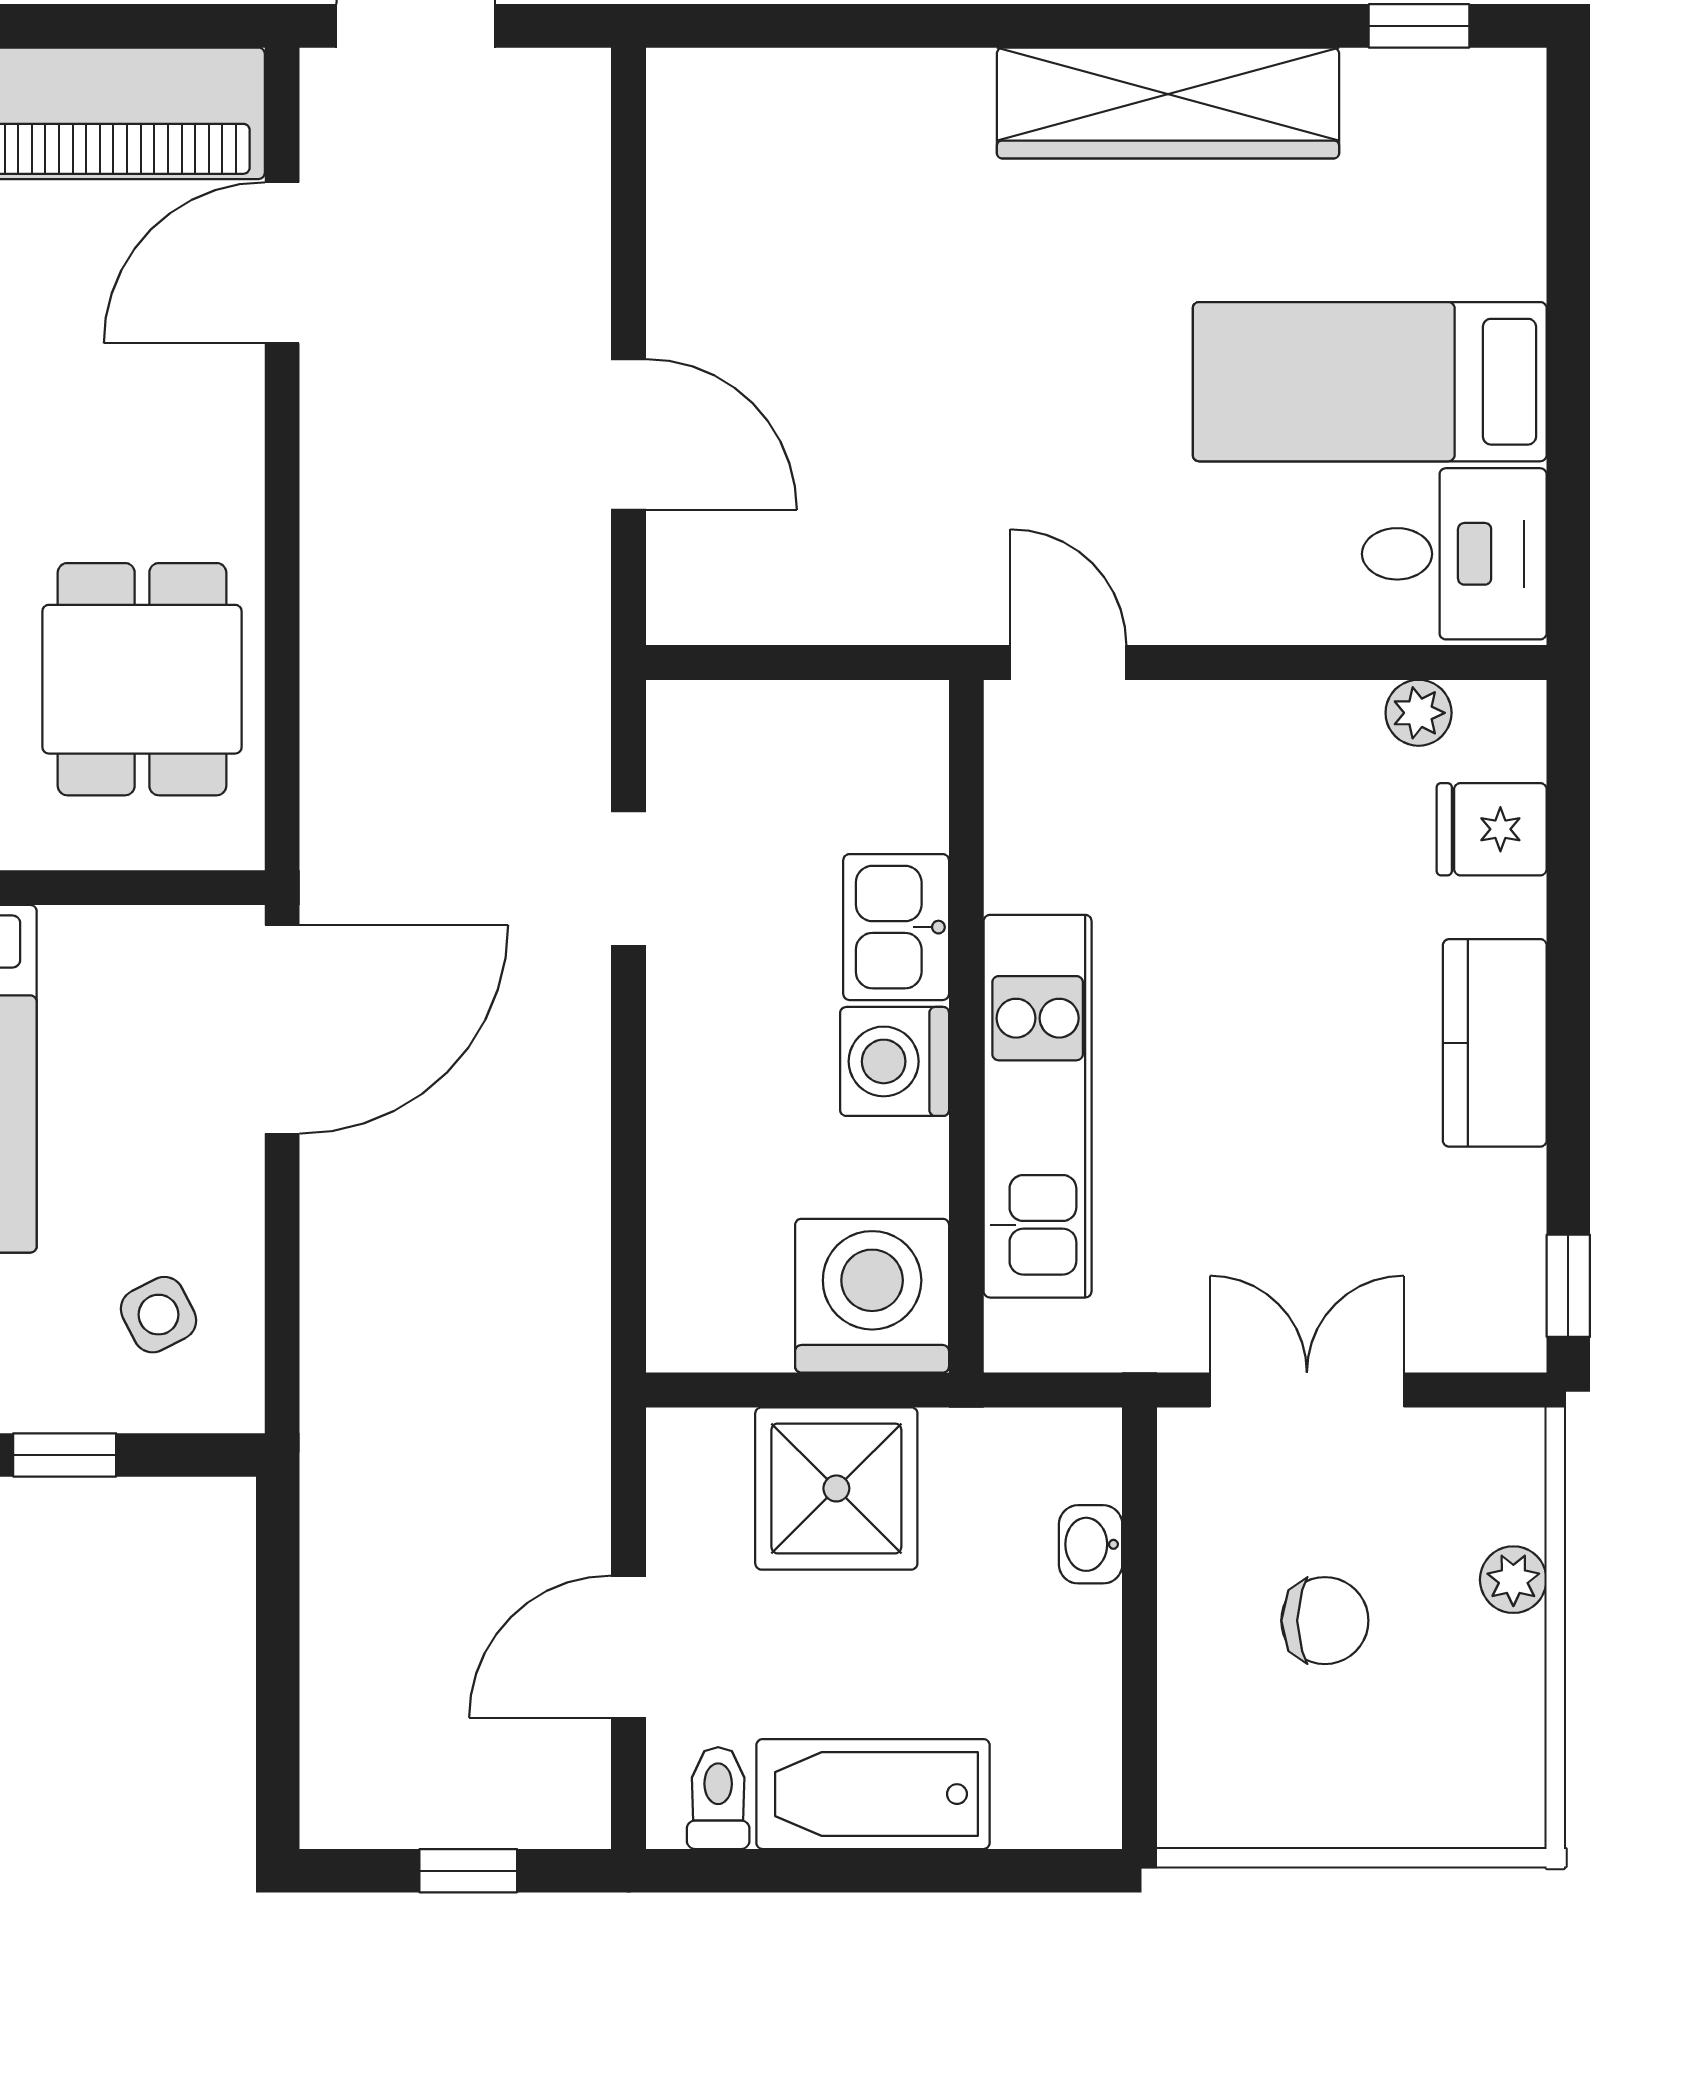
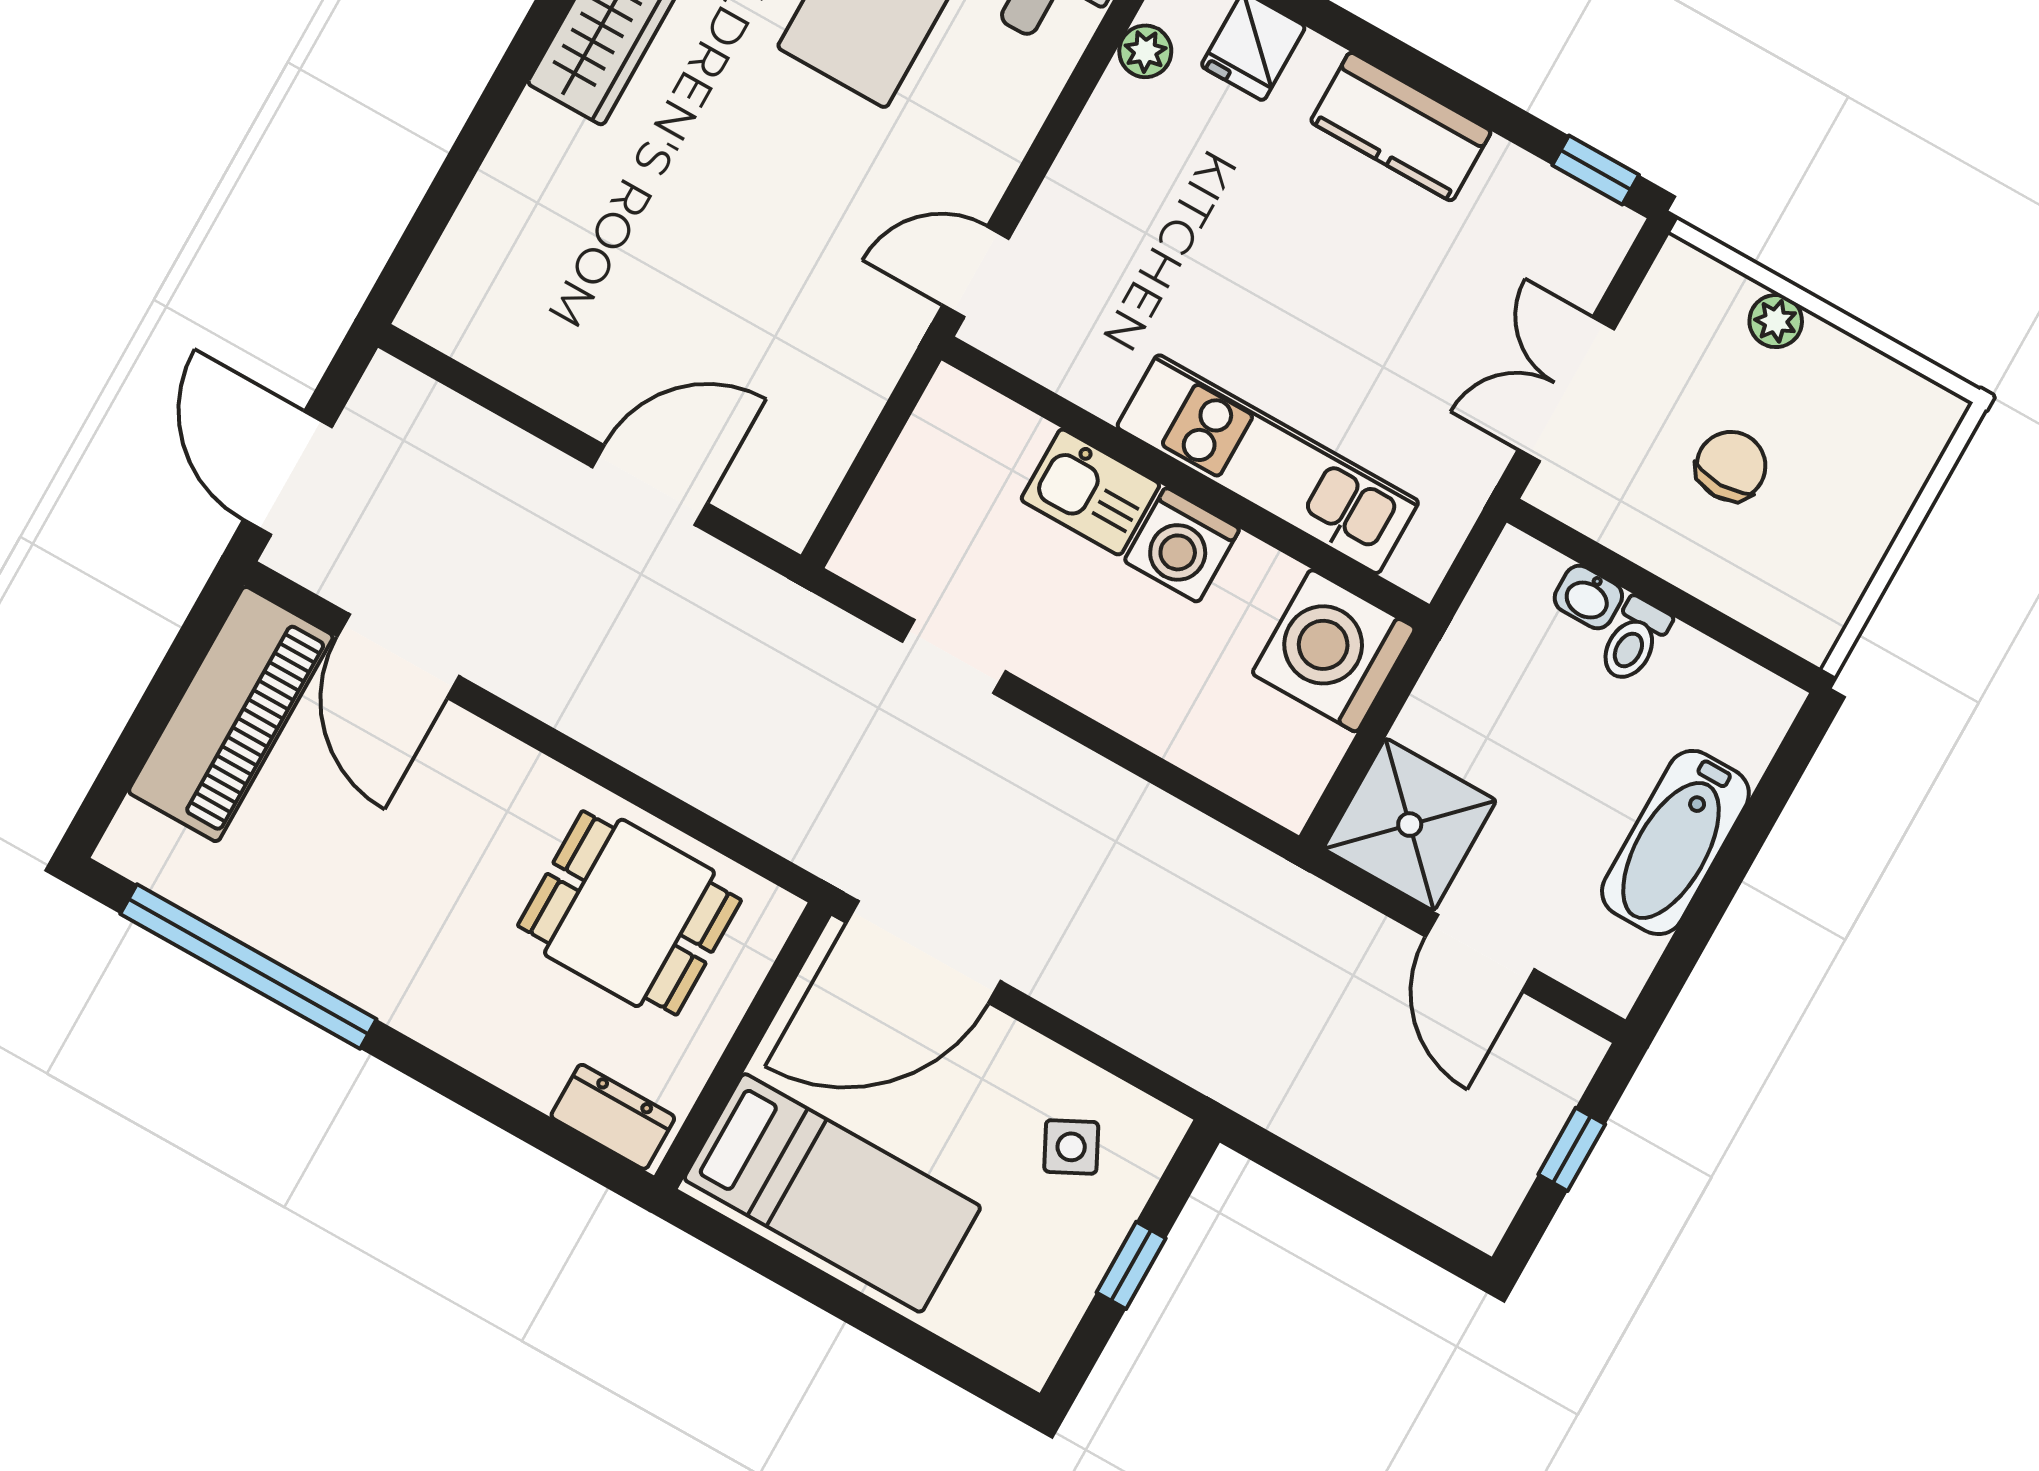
door: (282, 1029) -> (923, 952), swing flipped
shower: (836, 1488) -> (1410, 825), moved
toilet: (718, 1798) -> (1634, 640), moved, turned -90

